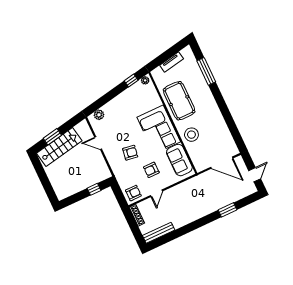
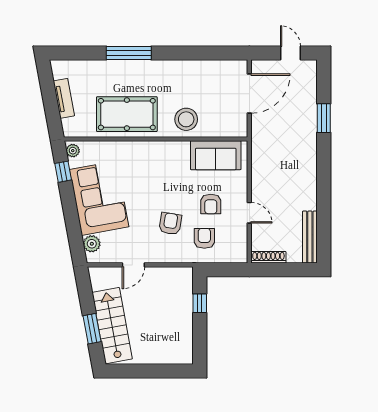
window: (206, 71) -> (129, 53), moved
corner sofa: (159, 129) -> (99, 198), moved, turned -100
armchair: (133, 193) -> (204, 238), moved

